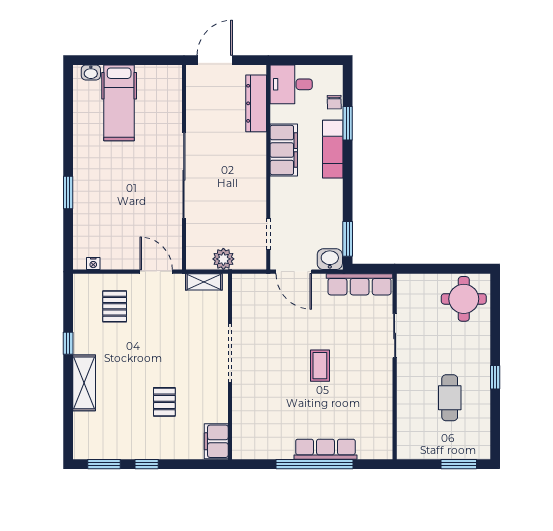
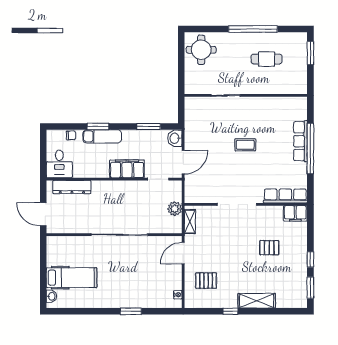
window: (348, 123) -> (98, 126), moved
filing cabinet: (284, 150) -> (127, 169), moved
window: (348, 239) -> (149, 126), moved
row of seats: (360, 284) -> (285, 196), moved, turned -90
window: (495, 377) -> (253, 29), width x3.17

